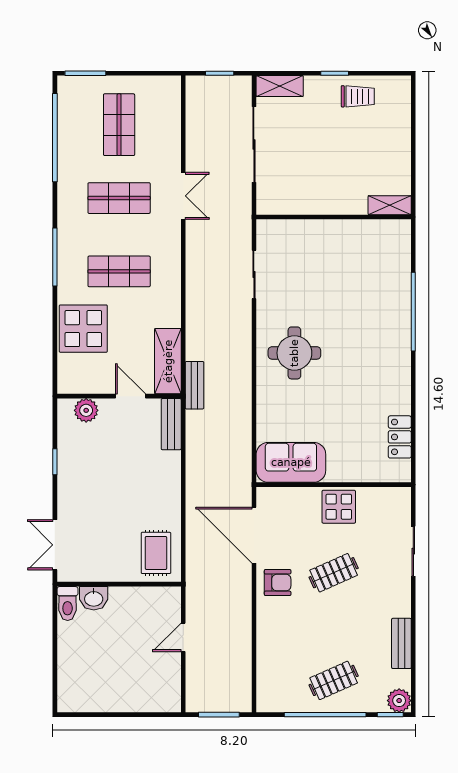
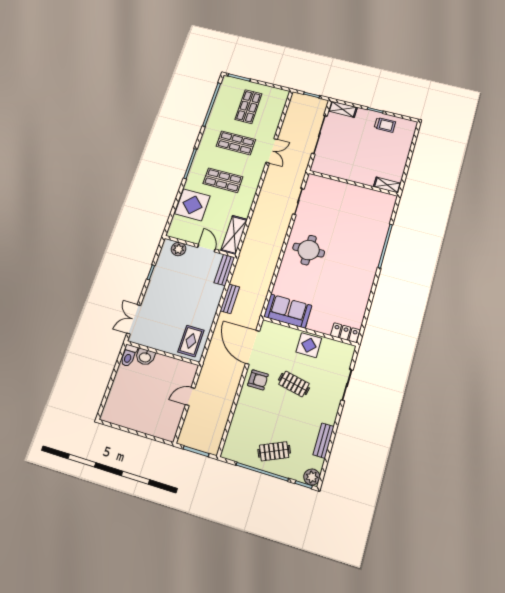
bench: (195, 385) -> (230, 299), moved
locker: (400, 437) -> (345, 333), moved, turned 90
clothes rail: (334, 573) -> (294, 384), turned 36

